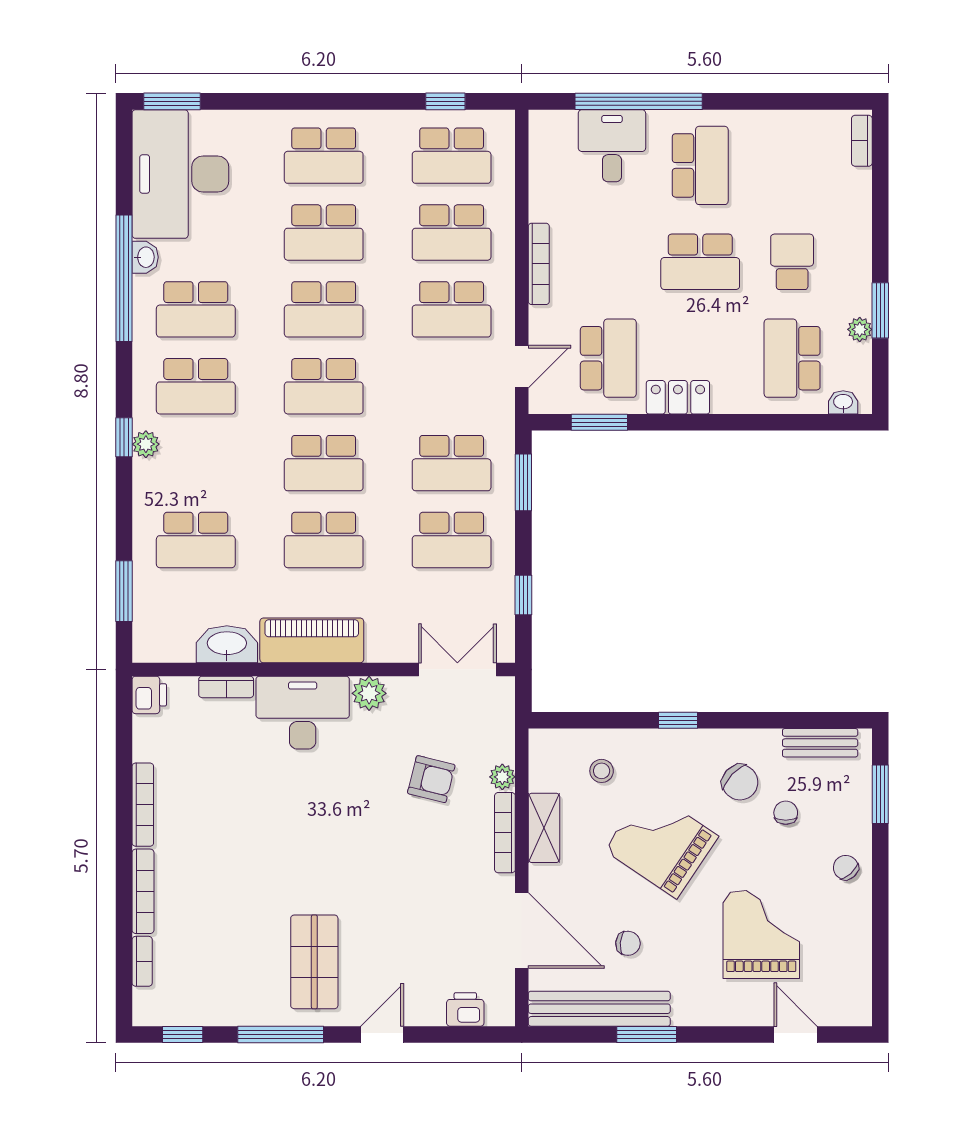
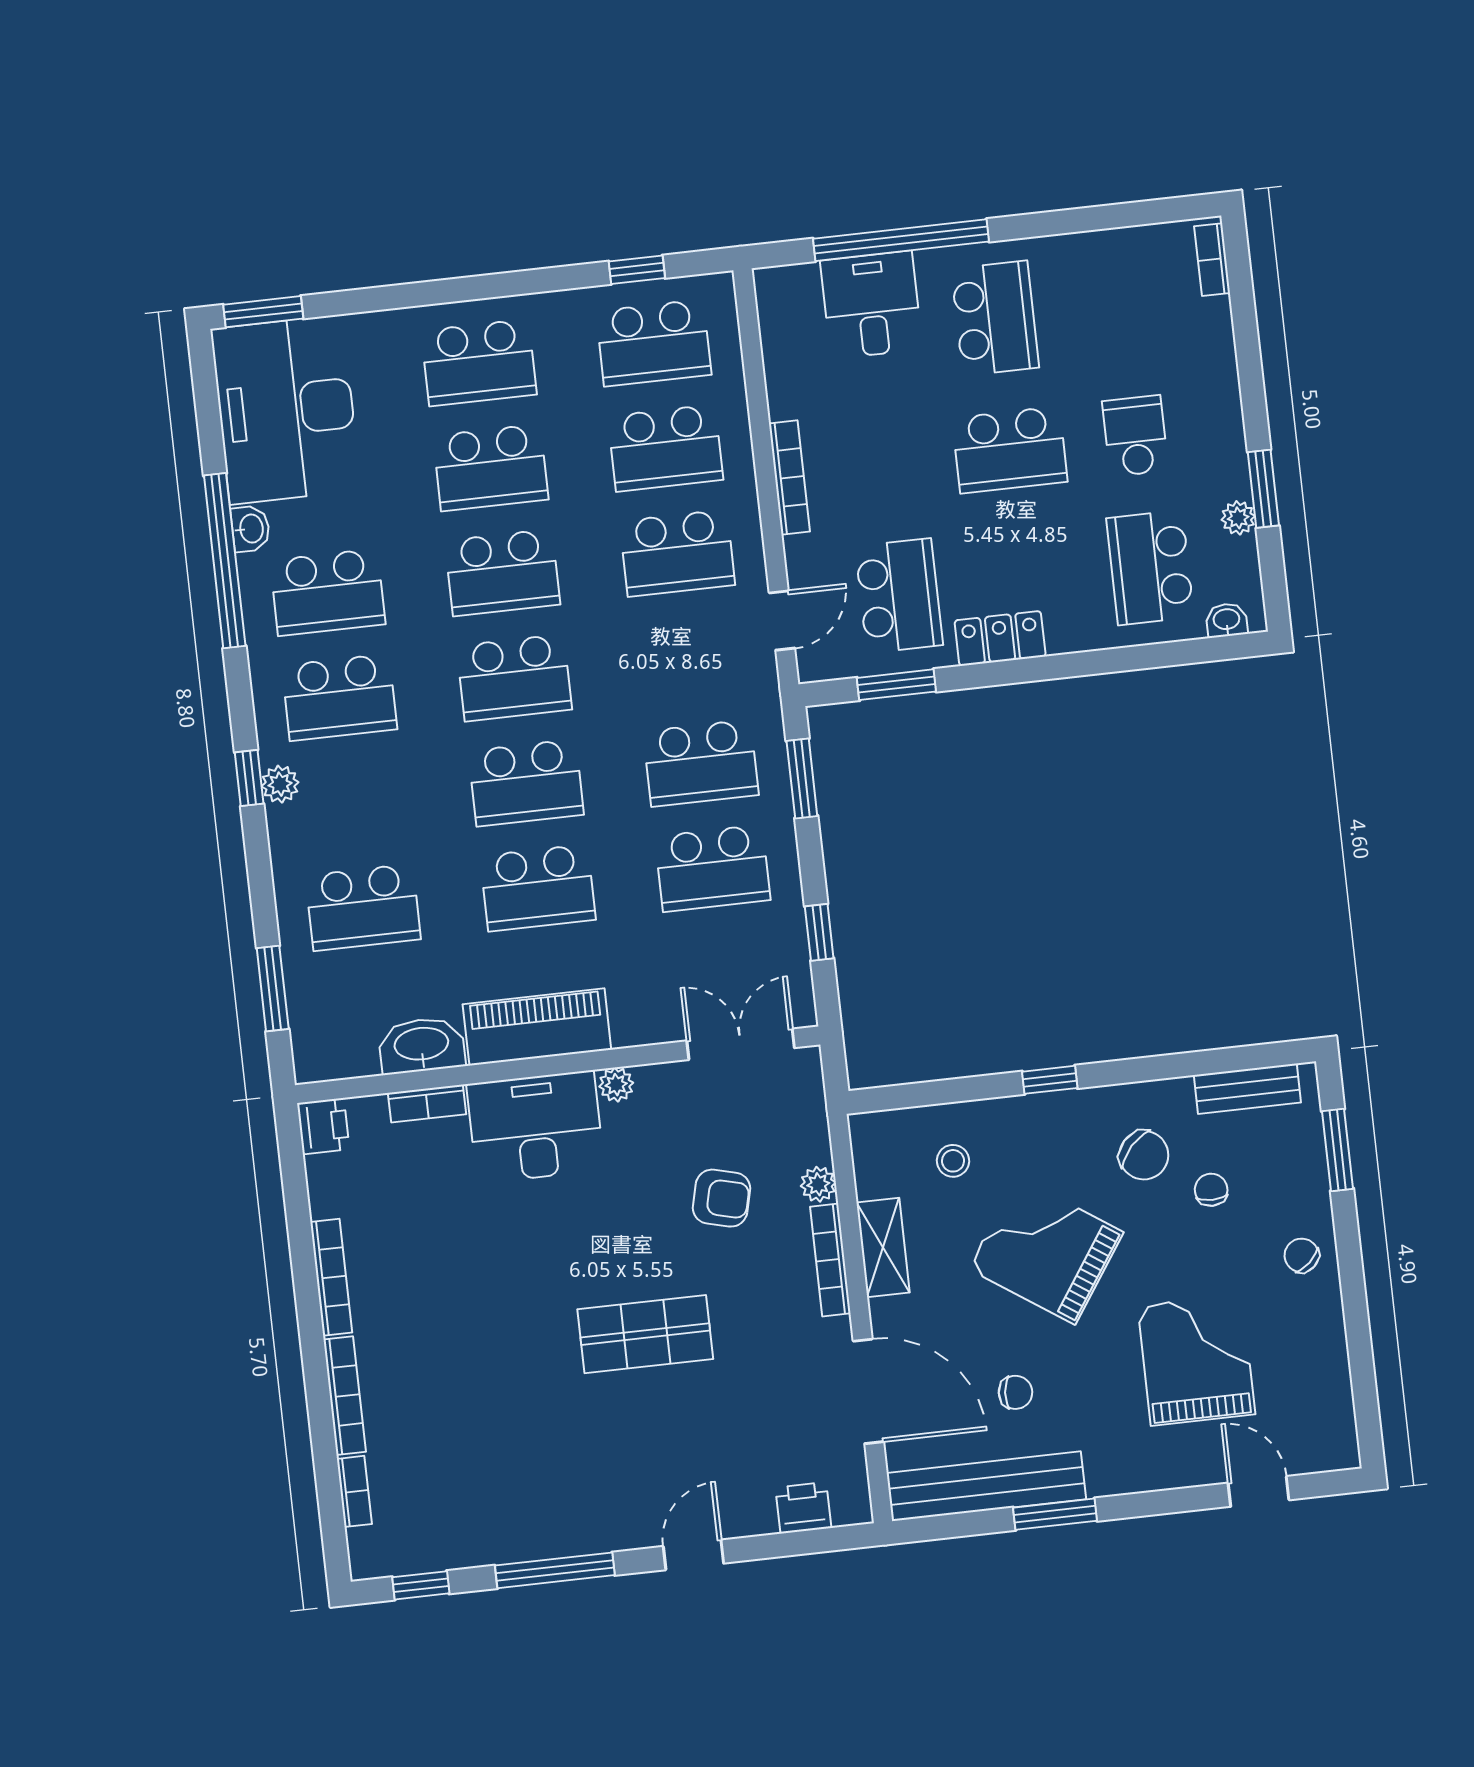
plant: (369, 693) -> (616, 1085), width x0.73, depth x0.73
shop shelf: (314, 962) -> (645, 1334), moved, turned 90

